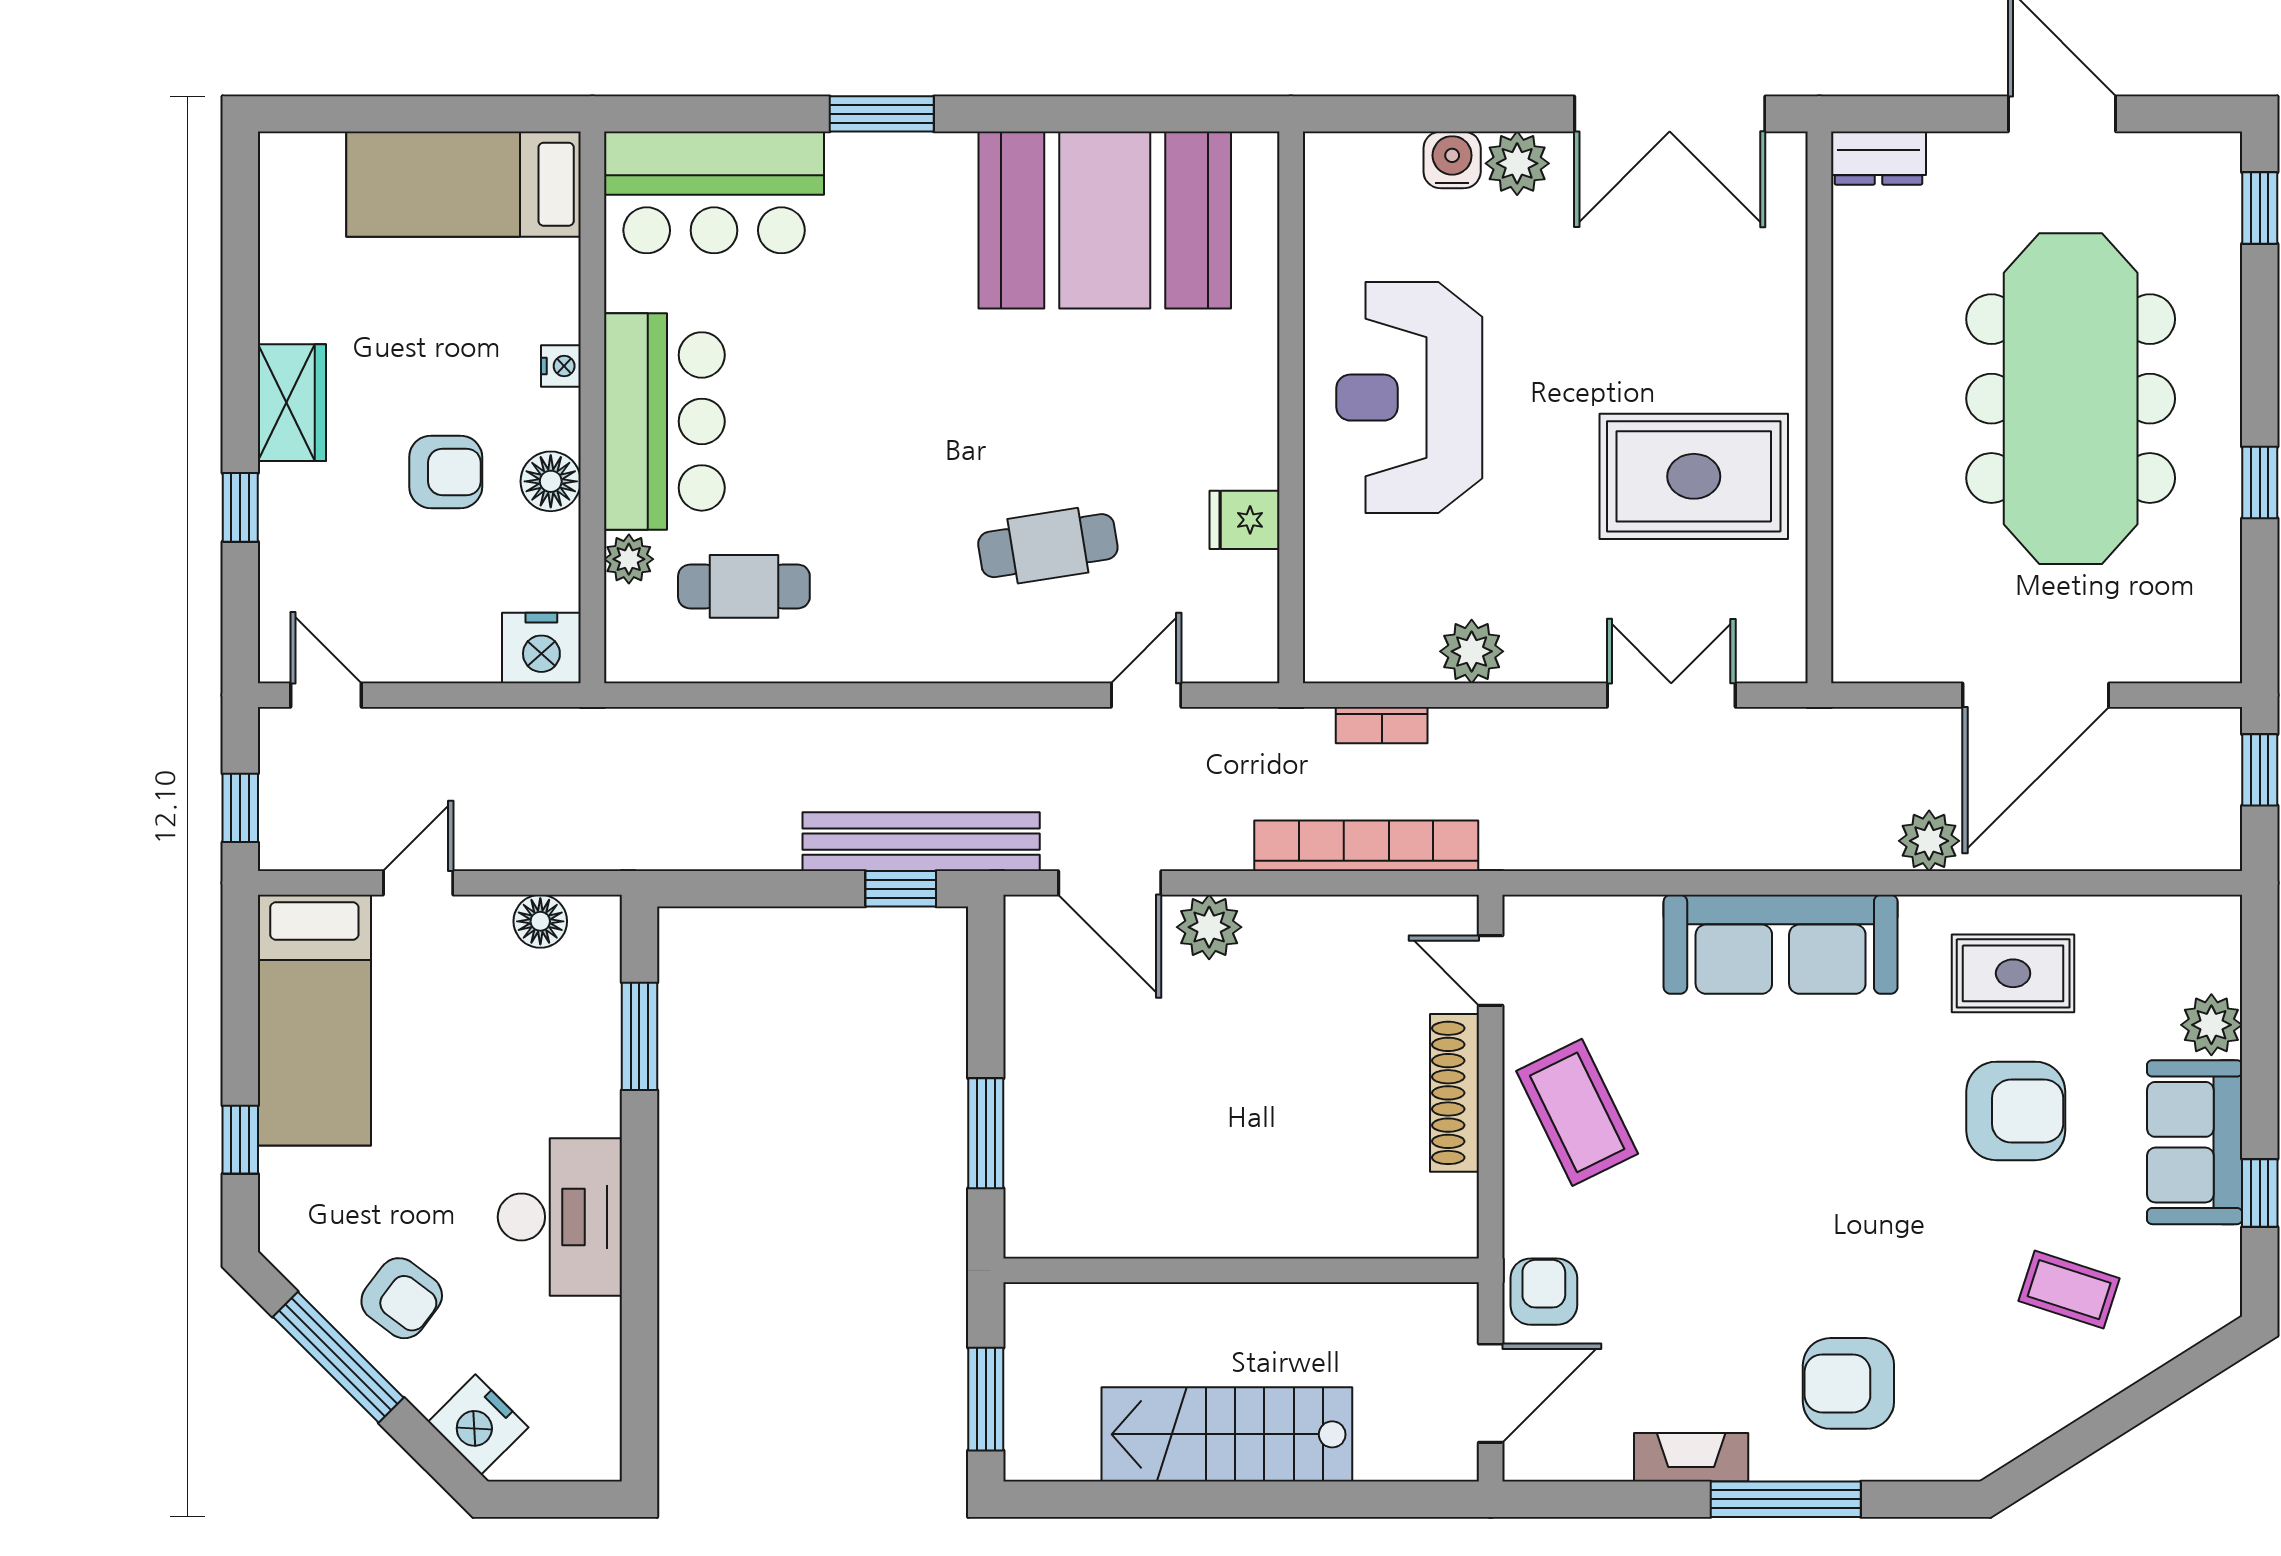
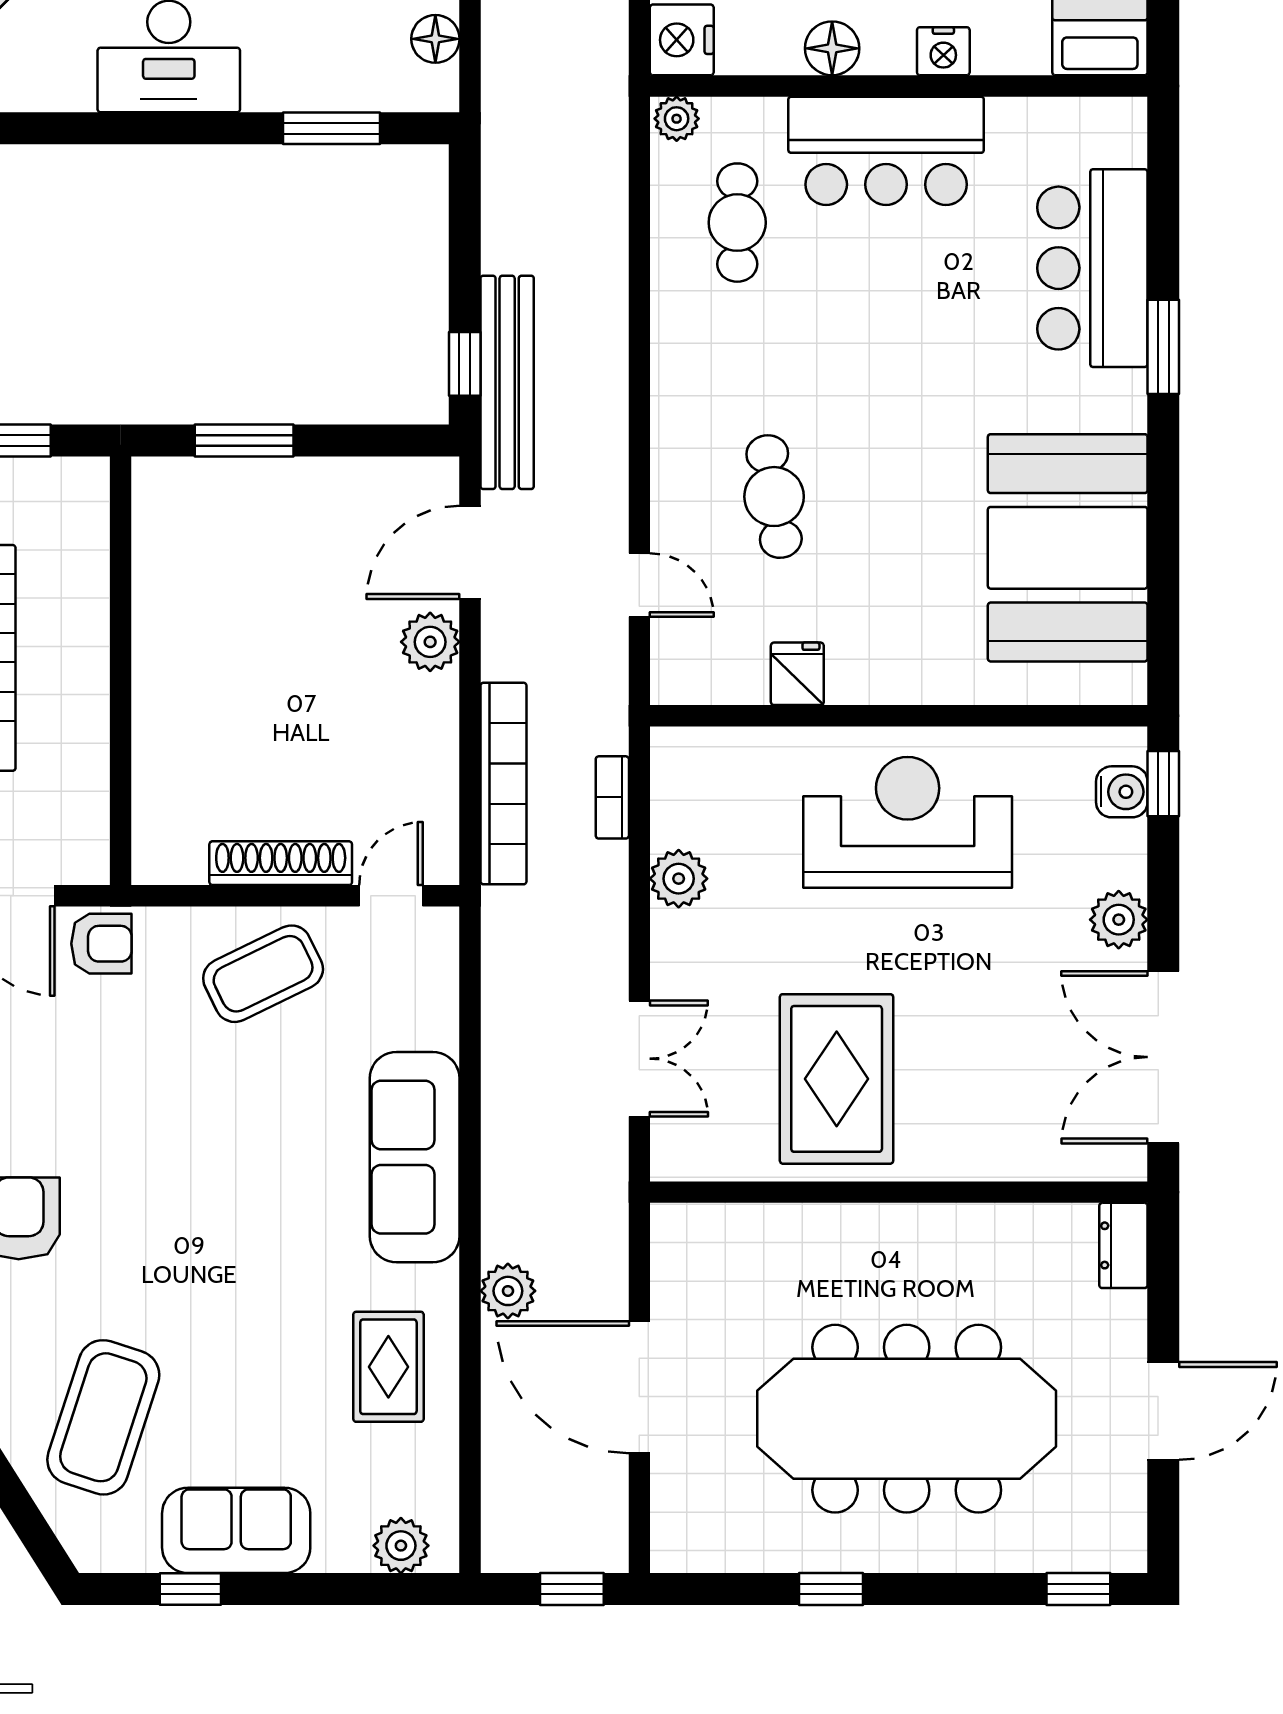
window: (1366, 114) -> (1163, 784), added
water cooler: (1452, 160) -> (1122, 792), moved
bar counter: (714, 192) -> (1092, 268), moved
nightstand: (561, 366) -> (943, 51), width x1.39, depth x1.35
plant: (629, 559) -> (677, 119), moved
plant: (2211, 1025) -> (401, 1546), moved
armchair: (2016, 1111) -> (264, 1369), removed
coffee table: (2069, 1290) -> (103, 1417), width x1.86, depth x1.72

